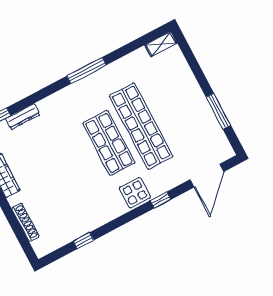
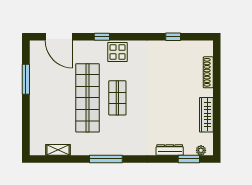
shelving: (161, 44) -> (58, 150), moved
shop shelf: (109, 143) -> (117, 98), width x0.70, depth x0.74
door: (207, 176) -> (59, 37), swing flipped

